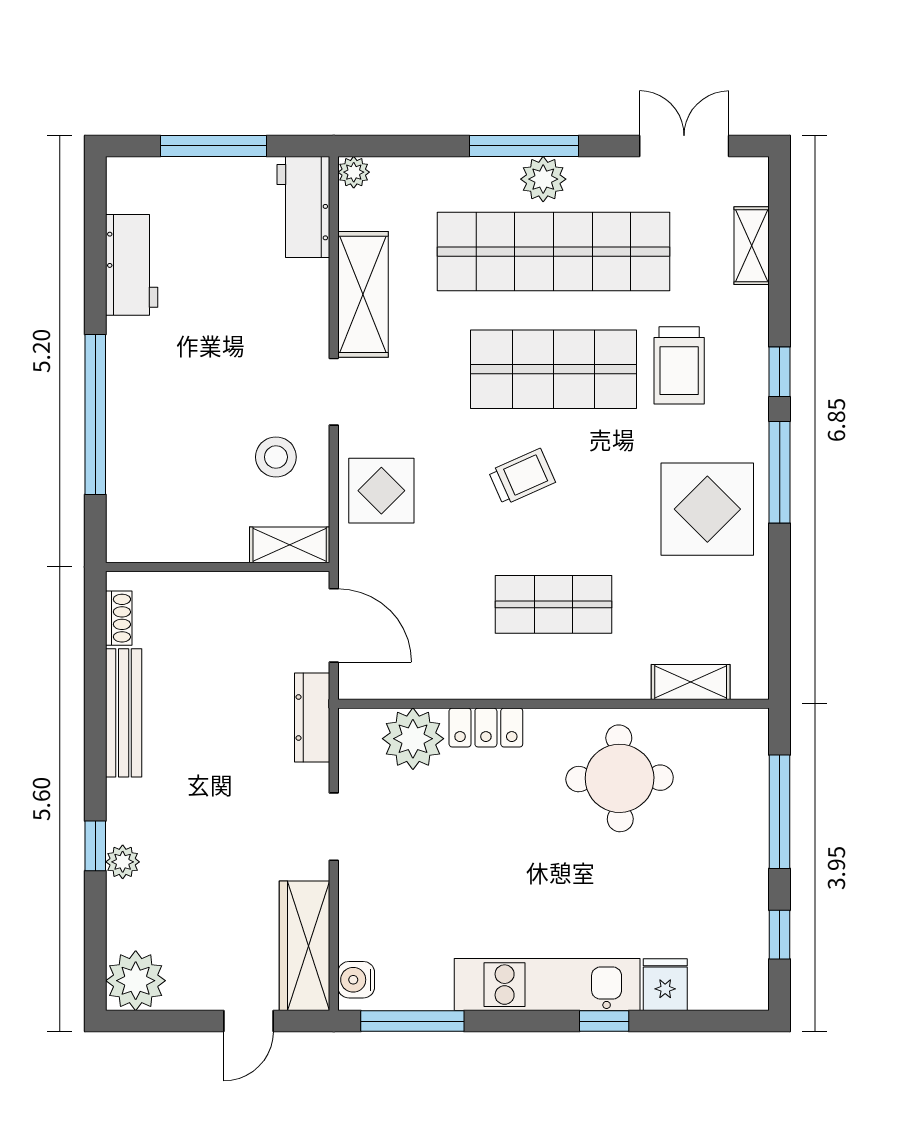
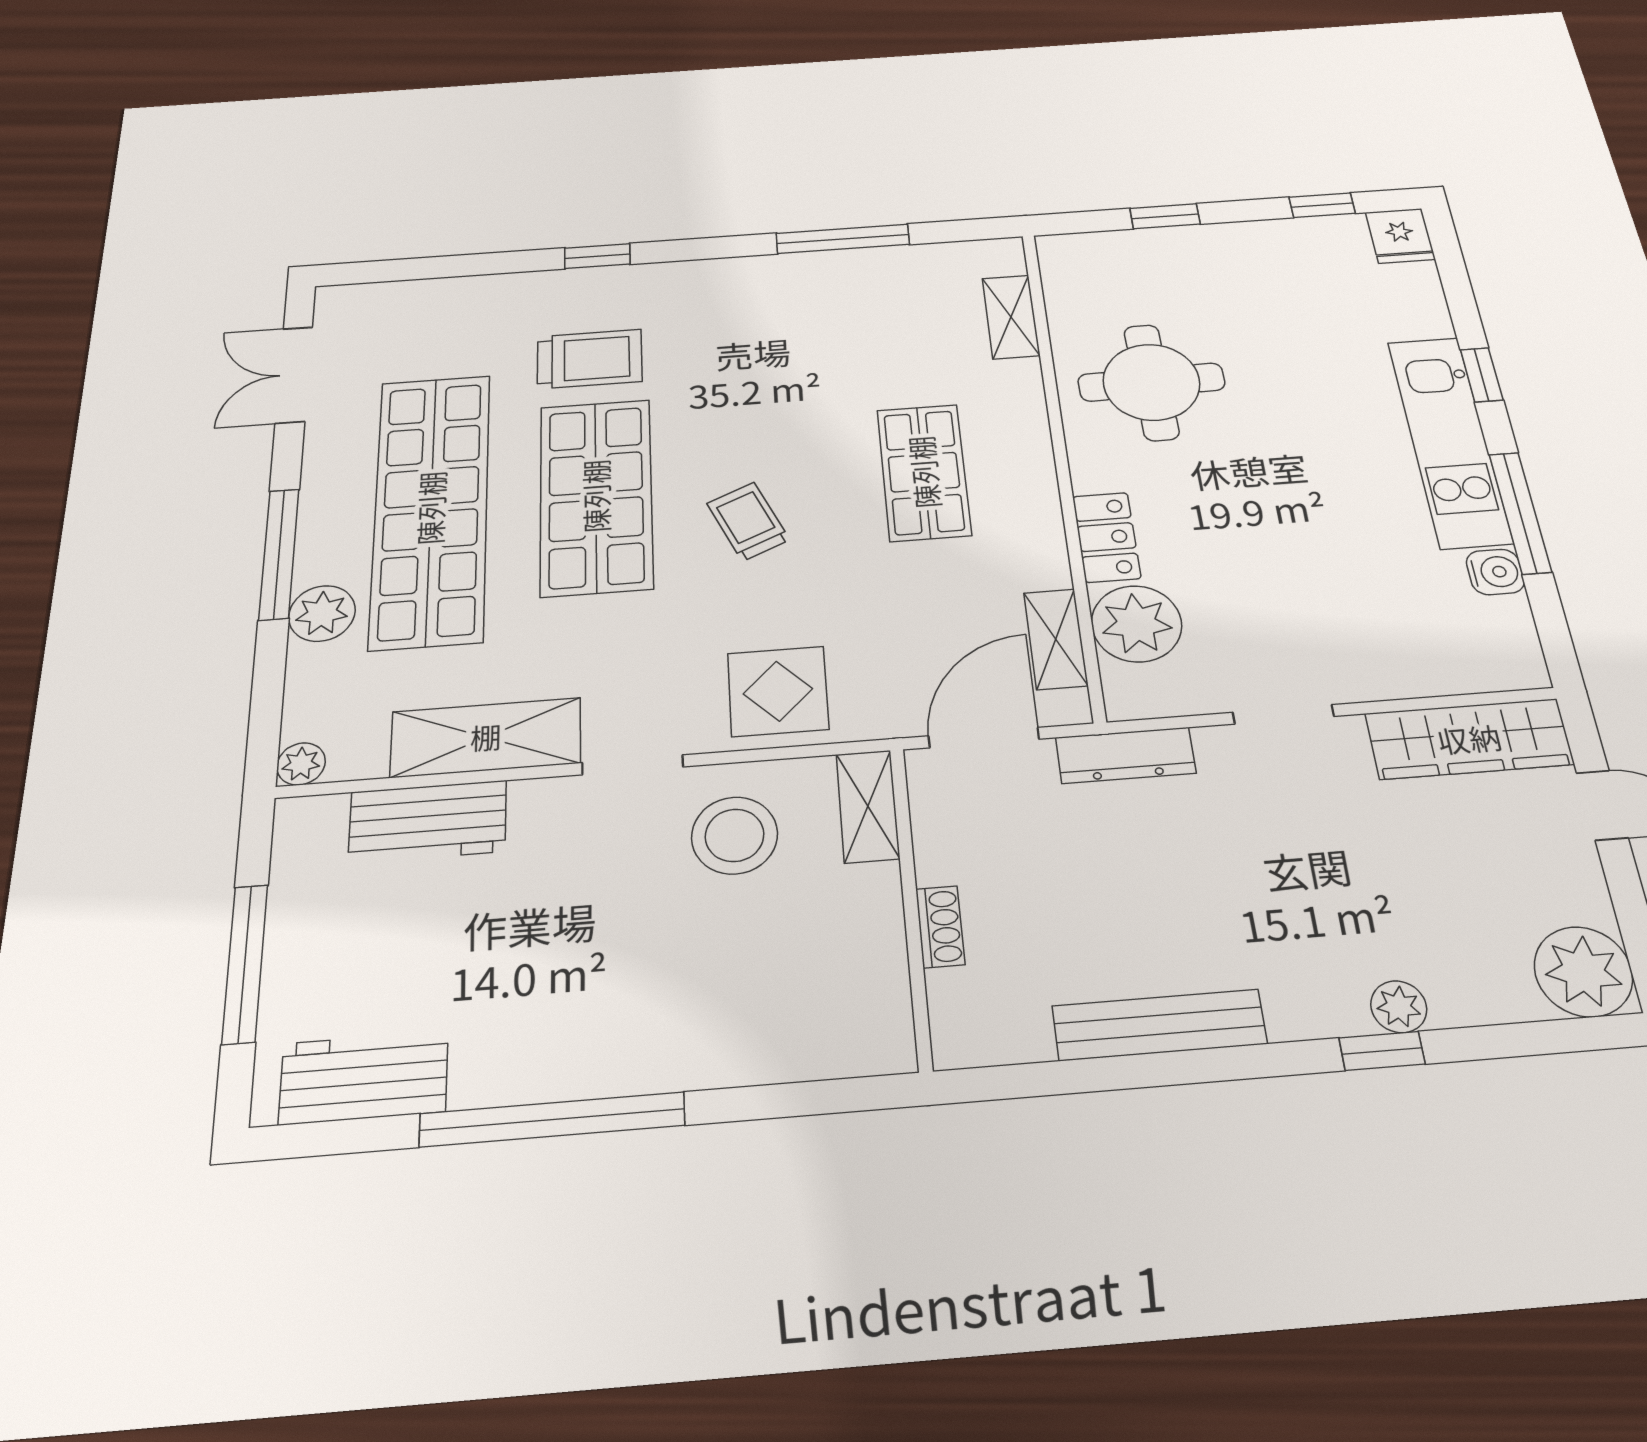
plant: (543, 179) -> (322, 613), moved
workbench: (303, 207) -> (428, 822), moved
shelving: (752, 246) -> (1056, 639), moved, turned 90
workbench: (132, 265) -> (364, 1077), moved
window: (95, 414) -> (552, 1120), moved
stool: (276, 457) -> (735, 835), width x1.38, depth x1.38
window: (780, 472) -> (843, 239), moved
display table: (707, 509) -> (780, 316), removed
shoe rack: (119, 618) -> (940, 927), moved, turned 90
window: (780, 812) -> (1165, 216), width x0.46
water cooler: (356, 980) -> (1495, 572), moved, turned -90
fridge: (665, 985) -> (1400, 236), moved, turned -90
window: (412, 1021) -> (1520, 513), moved

